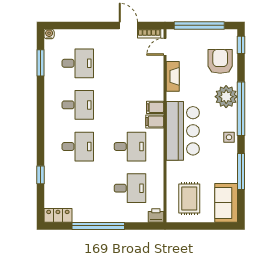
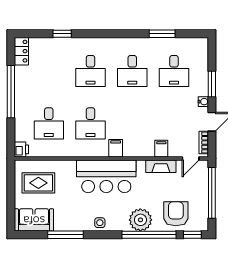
window: (91, 25) -> (212, 84), added
water cooler: (49, 34) -> (203, 102), moved
door: (165, 47) -> (191, 158), swing flipped
armchair: (220, 61) -> (176, 214), turned -90
window: (41, 63) -> (162, 34), moved
filing cabinet: (155, 107) -> (161, 149), moved
window: (241, 109) -> (149, 235), moved

